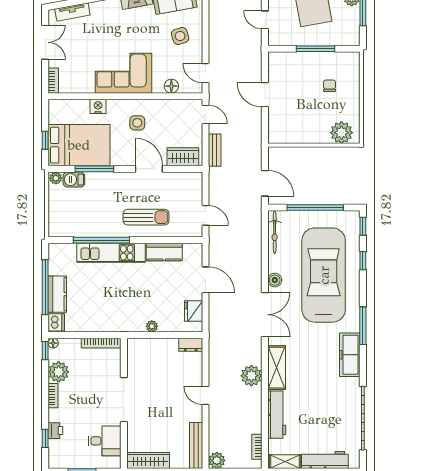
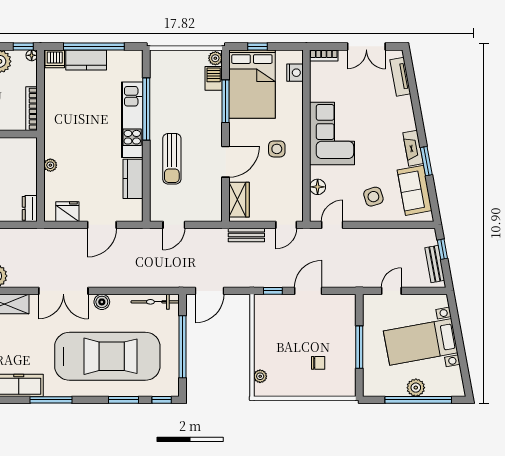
nightstand: (98, 106) -> (295, 73), moved
window: (265, 126) -> (273, 291), added
plant: (341, 133) -> (260, 376), width x0.53, depth x0.53
window: (363, 261) -> (123, 400), width x1.50

